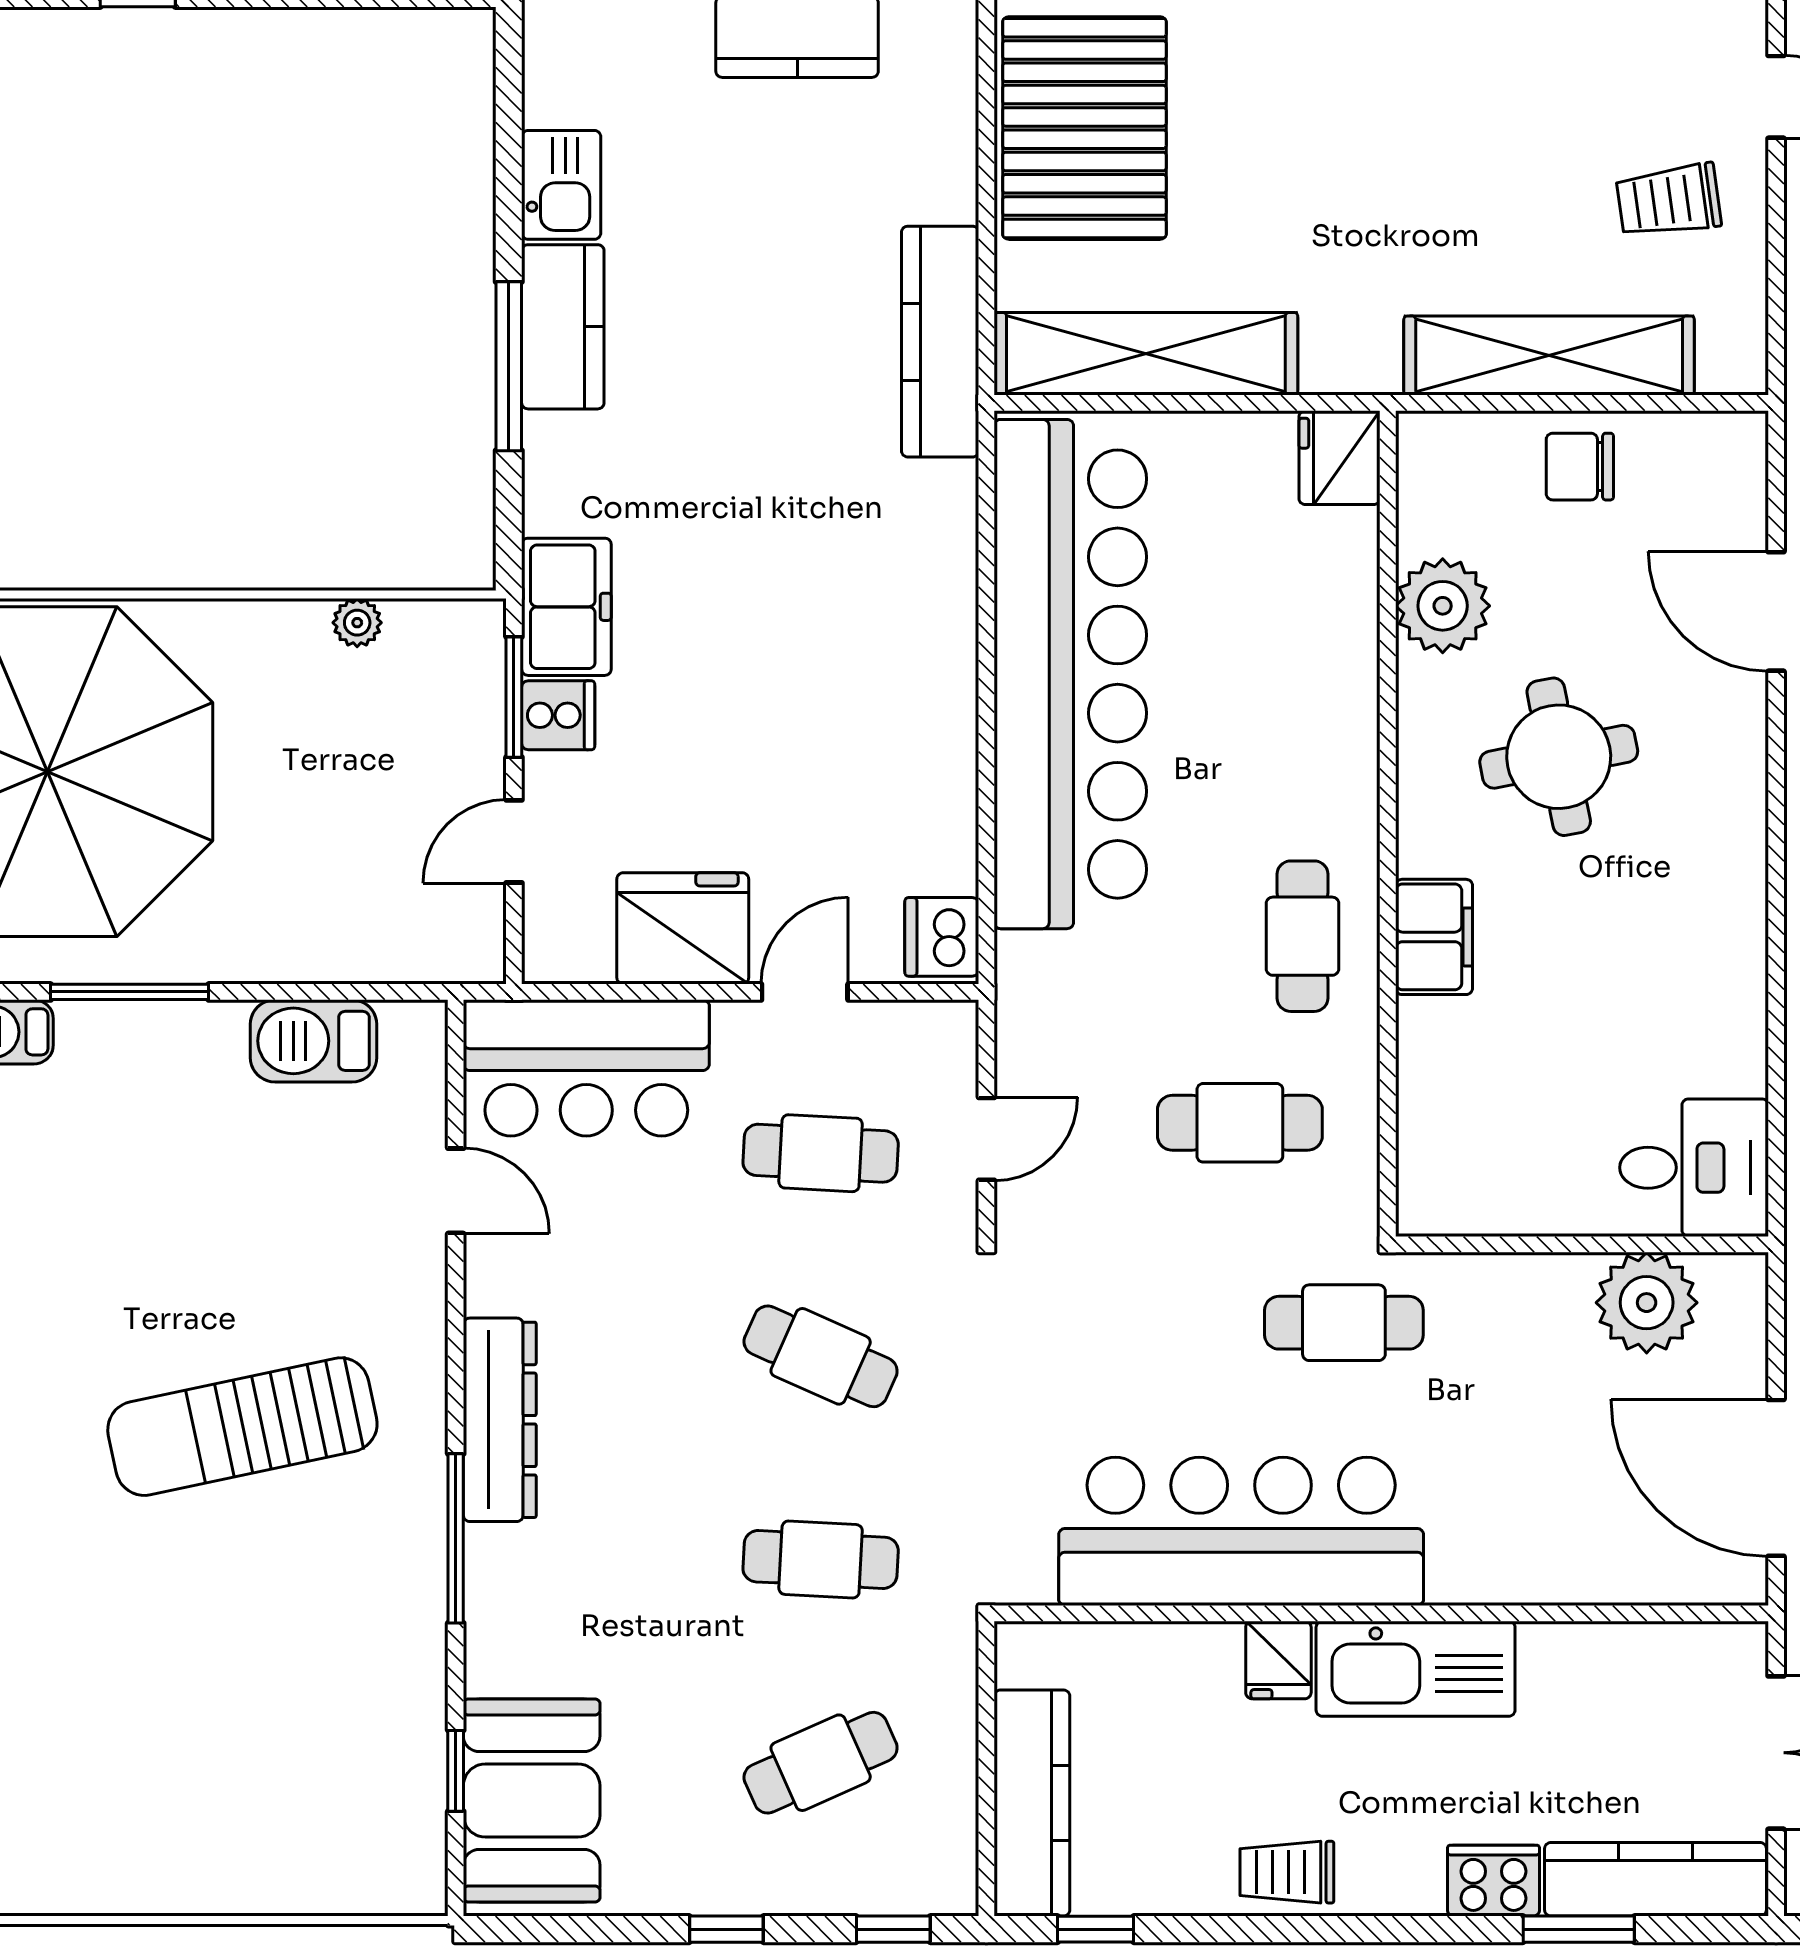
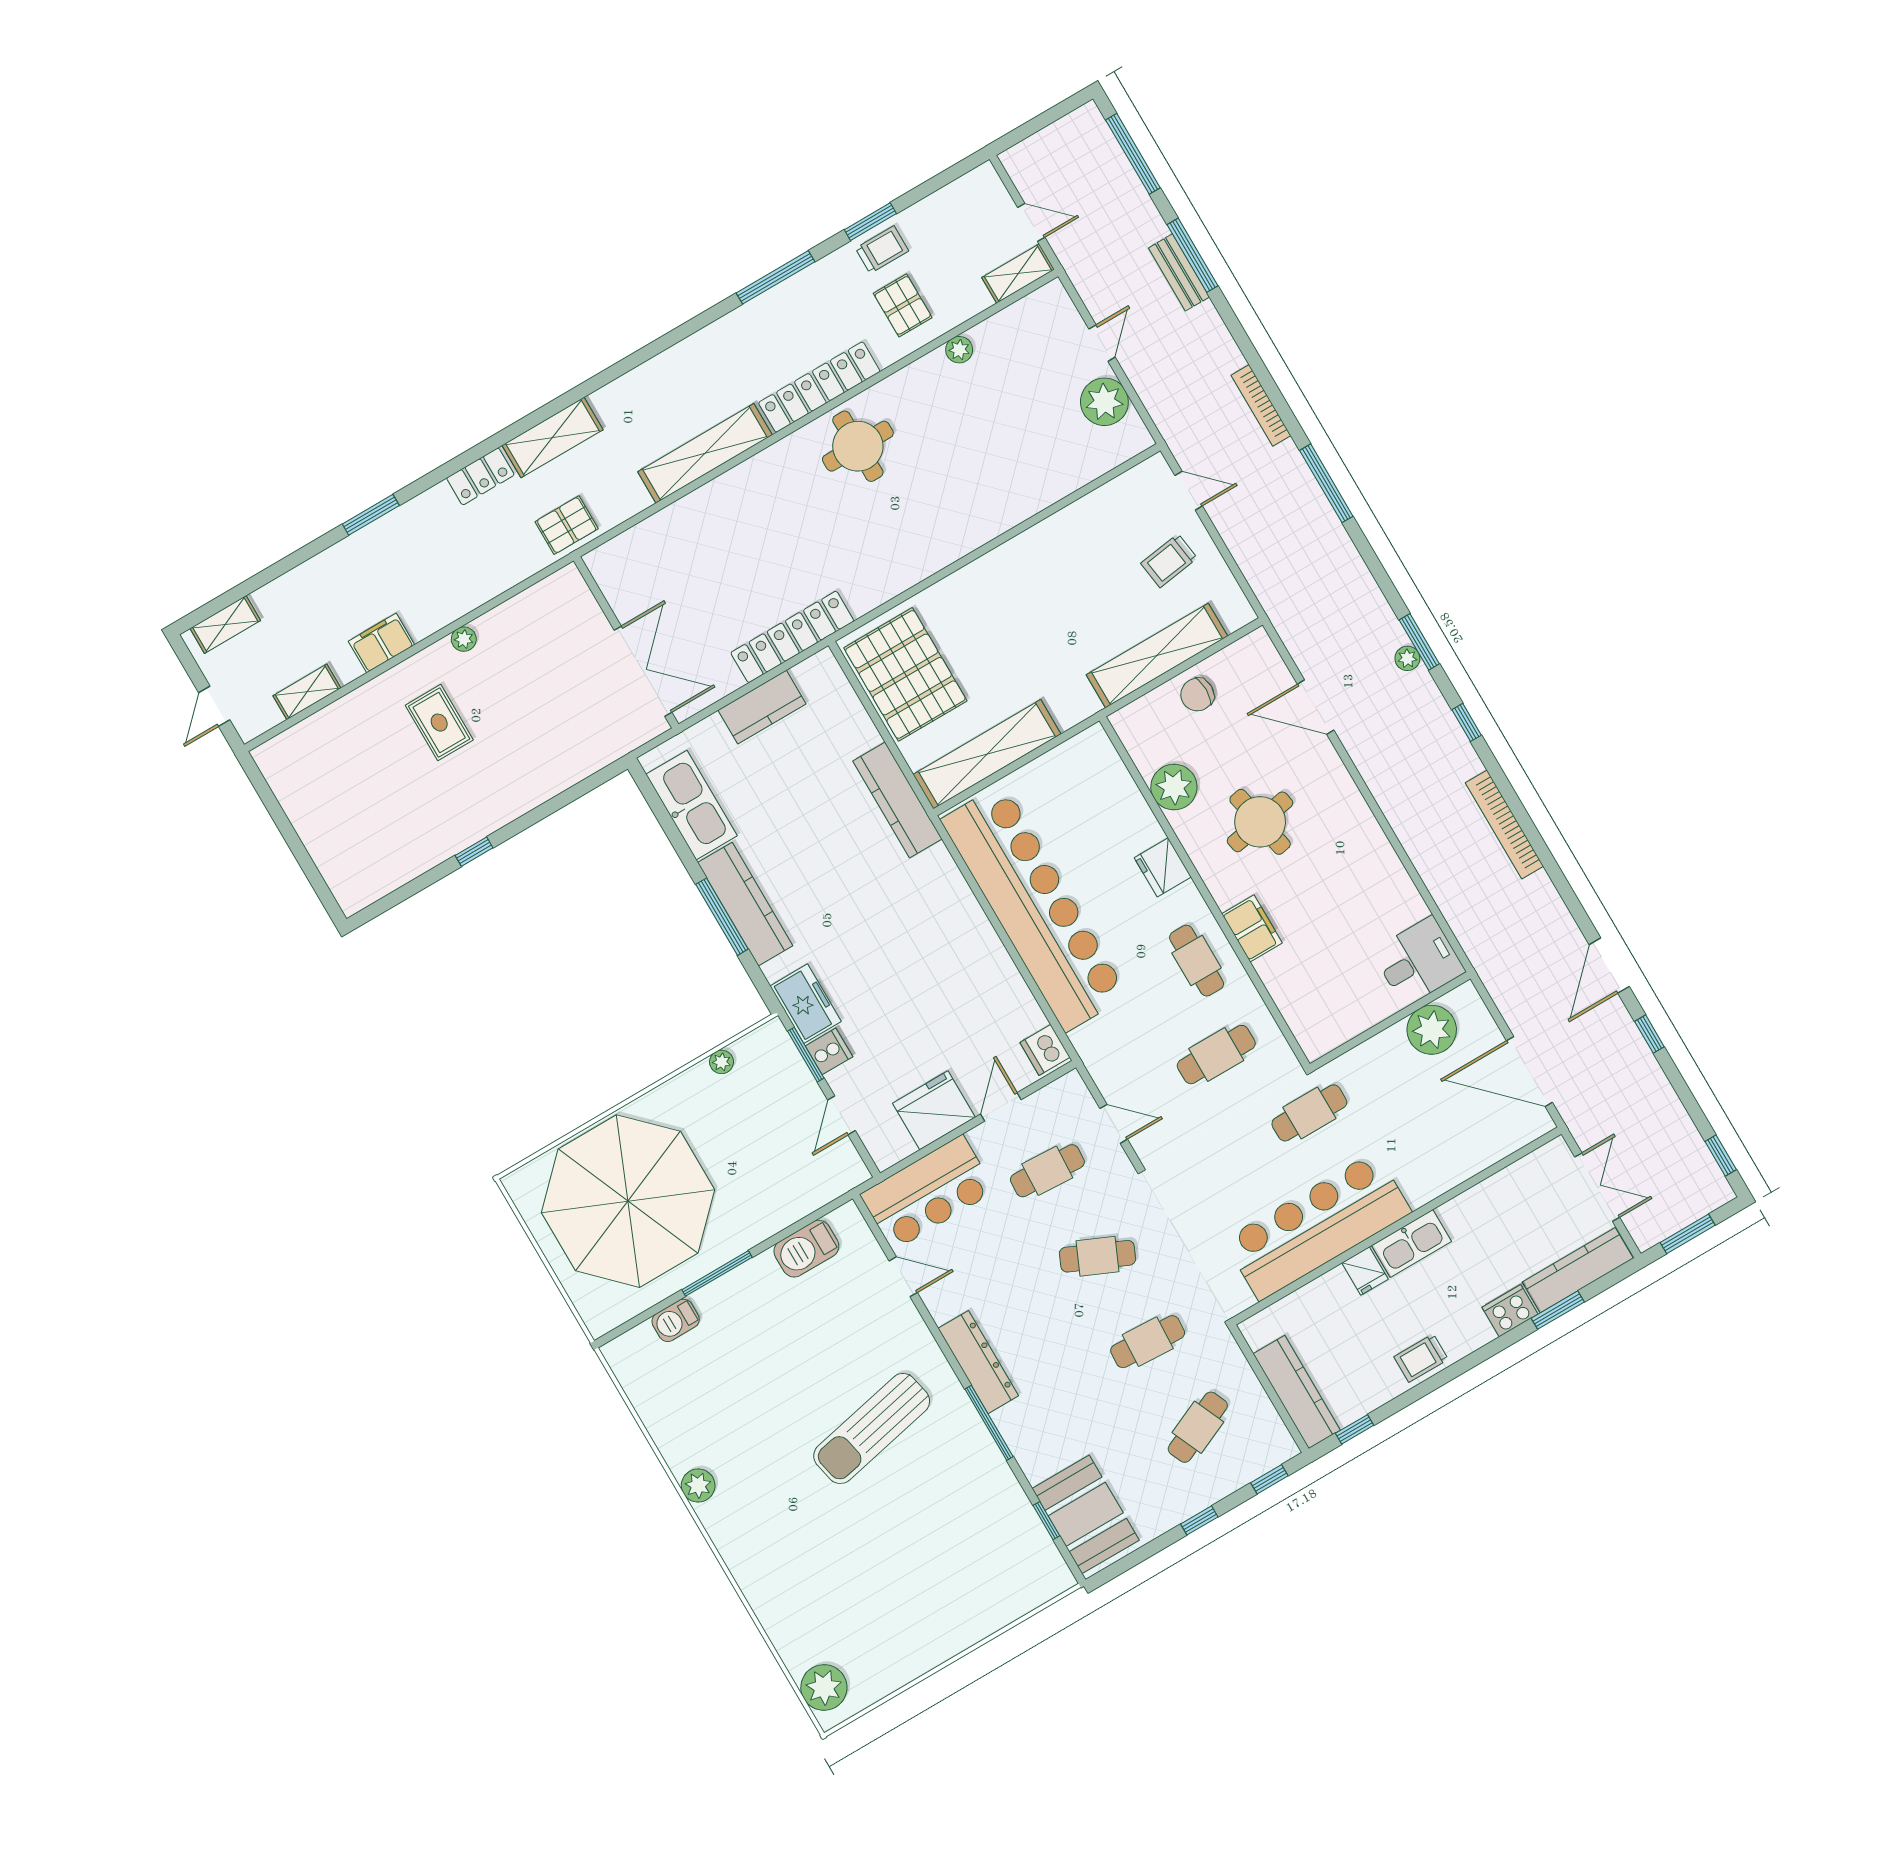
kitchen sink: (561, 185) -> (692, 805), width x1.88, depth x1.24
kitchen counter: (563, 327) -> (745, 904), width x1.50
fridge: (1339, 458) -> (1163, 867), moved
door: (986, 1139) -> (1114, 1124), hinge flipped
kitchen sink: (1416, 1669) -> (1411, 1243), width x0.73, depth x0.81

